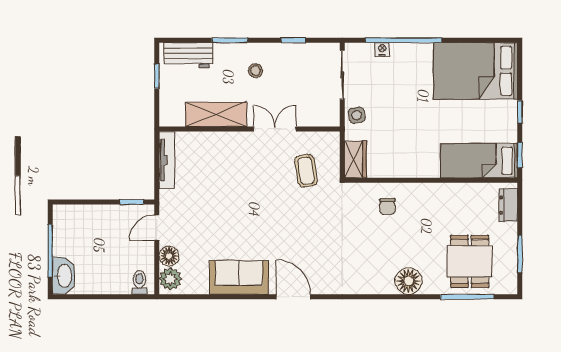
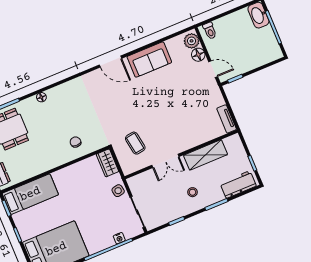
tv unit: (167, 160) -> (227, 119), width x0.71
door: (157, 228) -> (213, 69), hinge flipped
floor lamp: (408, 281) -> (41, 97), width x0.53, depth x0.53

